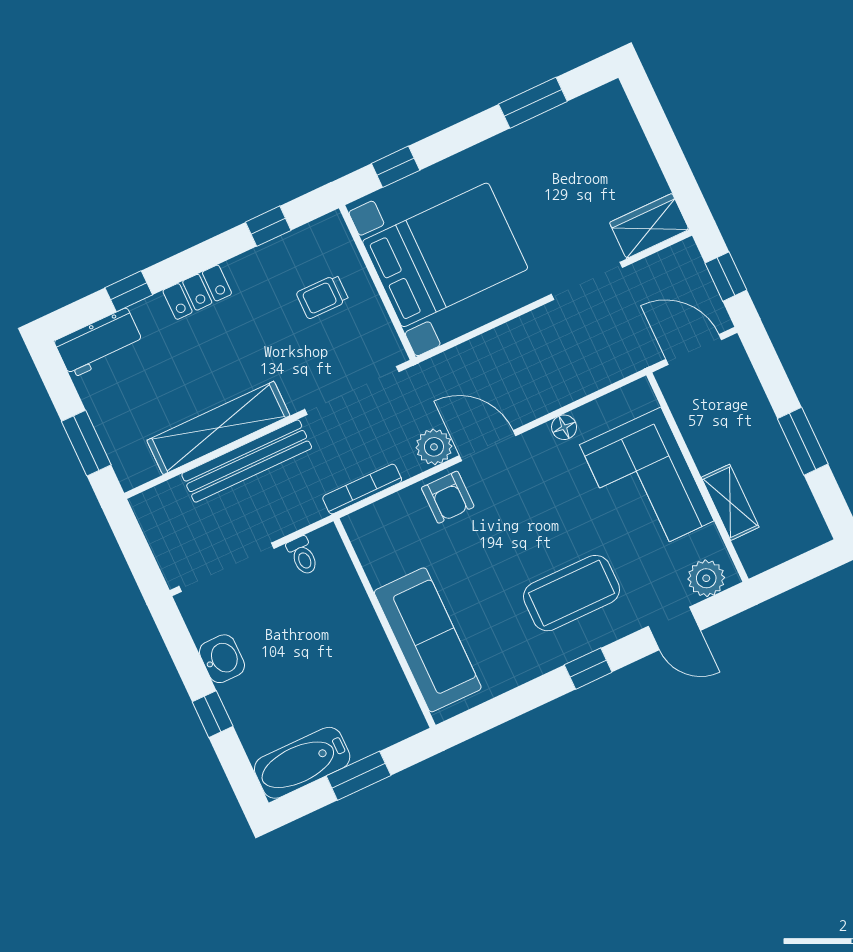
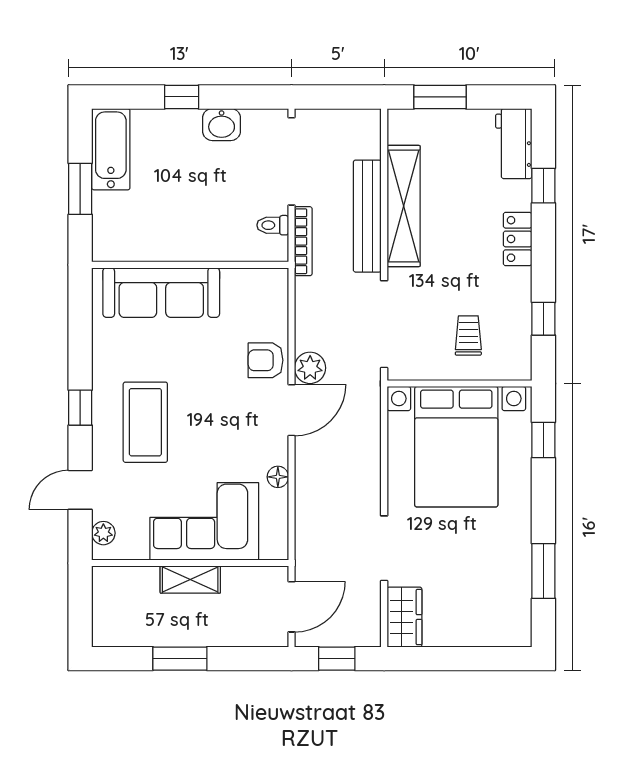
bookcase: (362, 489) -> (303, 241), moved
shelving: (730, 502) -> (190, 580), moved
plant: (706, 578) -> (103, 533), width x0.73, depth x0.73

